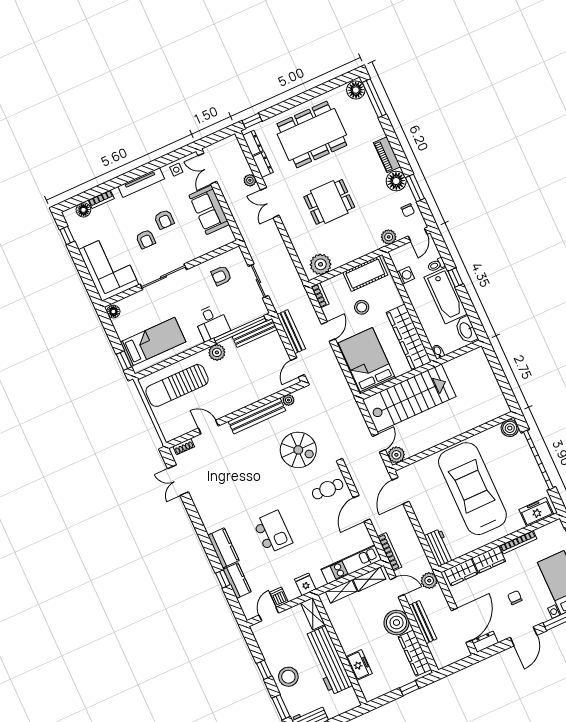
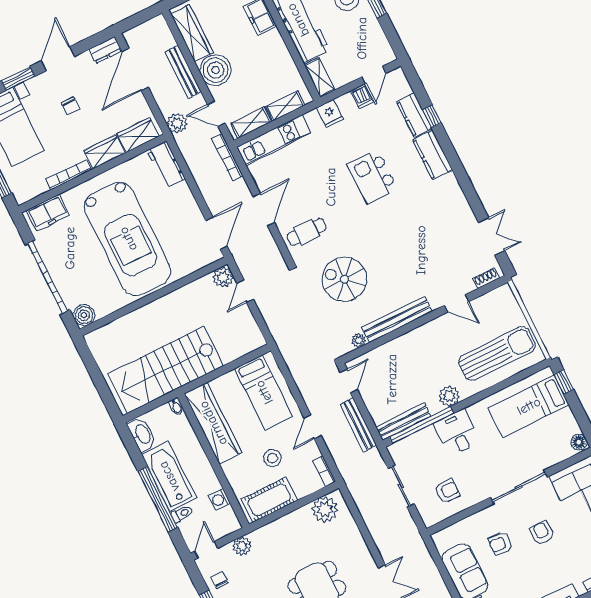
armchair: (164, 219) -> (500, 544), moved, turned -86
window: (456, 277) -> (158, 499), width x3.17
bed: (367, 361) -> (264, 392), width x0.67
stairs: (409, 398) -> (166, 370), moved

